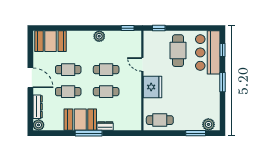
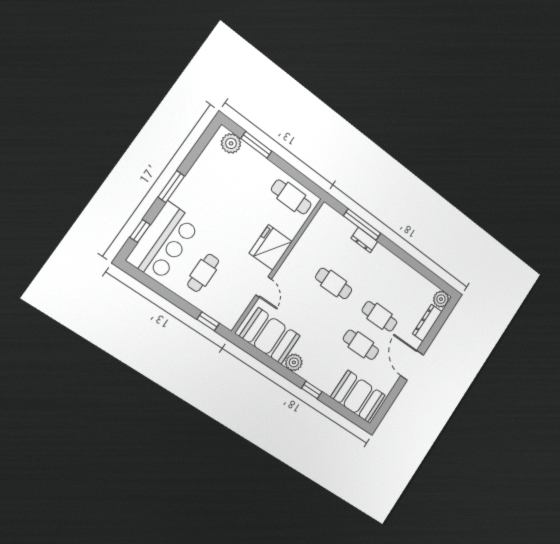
window: (128, 28) -> (312, 390), moved
cafe table: (178, 51) -> (203, 273), width x0.73, depth x0.74
cafe table: (106, 70) -> (314, 312), removed
booth: (80, 120) -> (270, 336), moved
window: (89, 133) -> (362, 225), moved

